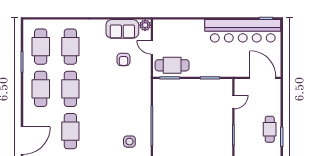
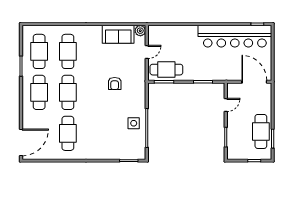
door: (152, 47) -> (147, 52), swing flipped
armchair: (124, 59) -> (115, 83), moved
cafe table: (270, 129) -> (261, 131), width x1.37, depth x1.35
side table: (129, 142) -> (134, 123), moved

